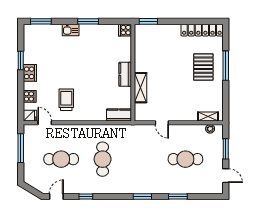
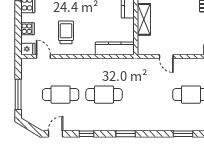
kitchen counter: (119, 115) -> (115, 48), width x1.50
window: (21, 148) -> (18, 94), moved
cafe table: (103, 159) -> (104, 95), turned 90
window: (142, 197) -> (126, 134), moved

